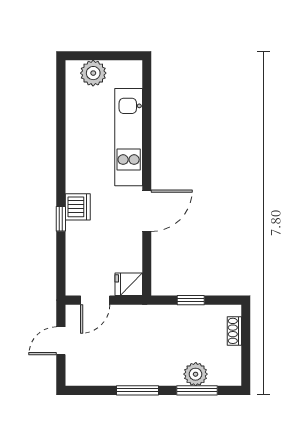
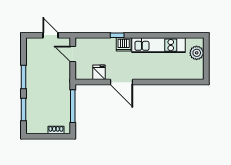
kitchen unit: (129, 137) -> (158, 45), moved, turned 180
fridge: (129, 284) -> (99, 72), moved
window: (191, 300) -> (73, 106), width x2.17
plant: (196, 374) -> (32, 109), removed

